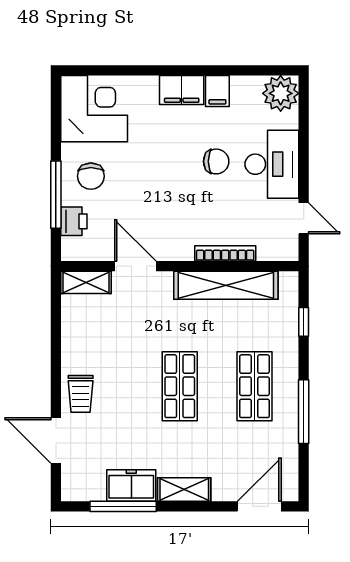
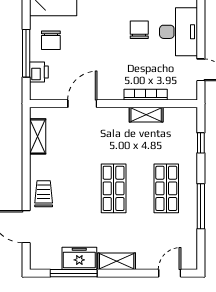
chair: (216, 161) -> (139, 30), turned -90
door: (135, 266) -> (82, 104), hinge flipped
shelving: (86, 282) -> (38, 136), moved, turned 90
shelving: (226, 285) -> (146, 115), width x0.45, depth x0.75
trolley: (81, 394) -> (44, 194), turned 180
door: (259, 506) -> (170, 273), width x0.73

